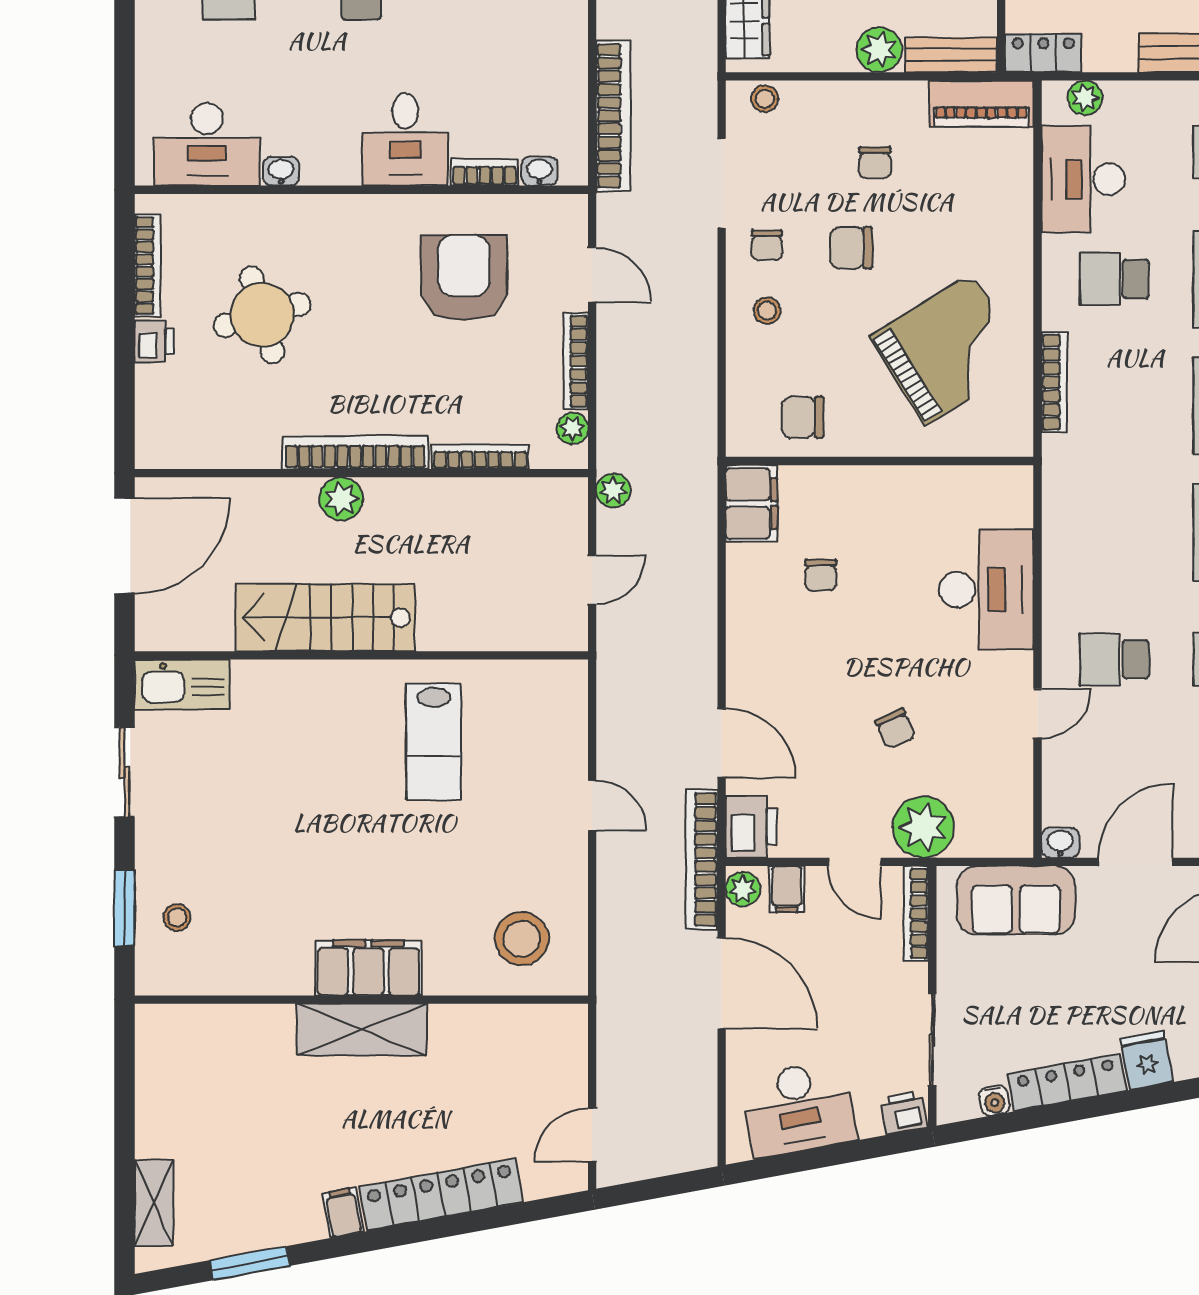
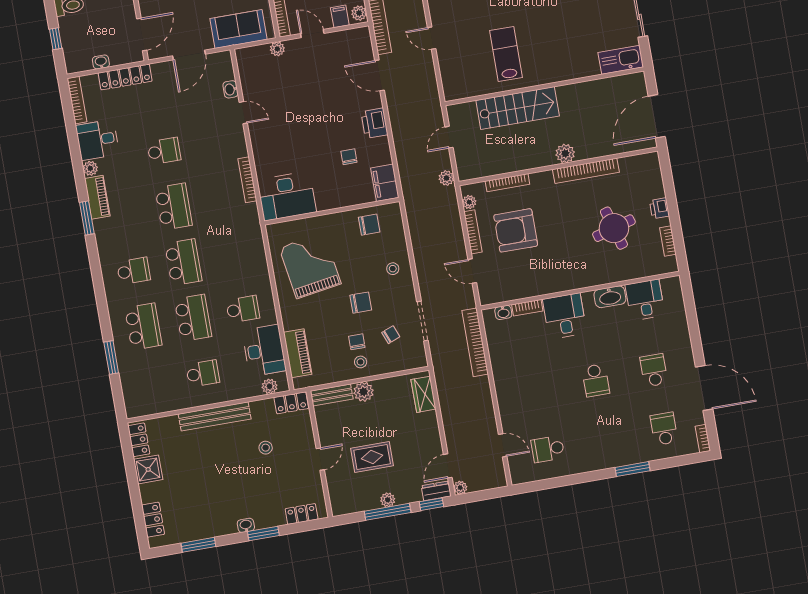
stool: (765, 99) -> (361, 362), moved
piano: (981, 104) -> (298, 353), moved, turned 90
desk: (207, 144) -> (645, 300), width x0.73
washbasin: (281, 171) -> (610, 297), width x1.91, depth x1.45
chair: (767, 245) -> (391, 335), moved, turned 69
bookcase: (148, 266) -> (668, 241), width x0.64
armchair: (464, 278) -> (516, 230), moved, turned 90
grand piano: (949, 349) -> (310, 266), turned 113
bookcase: (1054, 382) -> (247, 180), moved
bookcase: (355, 453) -> (586, 171), moved
desk: (986, 590) -> (287, 196), moved, turned -90
stairs: (325, 618) -> (518, 108), moved
school desk: (1114, 659) -> (214, 142), removed
door: (1038, 713) -> (243, 113), swing flipped
chair: (895, 729) -> (304, 95), removed
printer: (751, 827) -> (374, 123), moved
plant: (923, 827) -> (277, 49), width x0.53, depth x0.53
washbasin: (1060, 843) -> (231, 89), moved, turned 90

